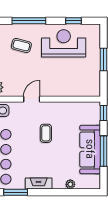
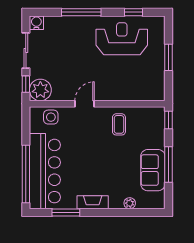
coffee table: (21, 45) -> (73, 41), removed
coffee table: (46, 133) -> (119, 124), moved
sofa: (90, 149) -> (153, 170), width x0.73

